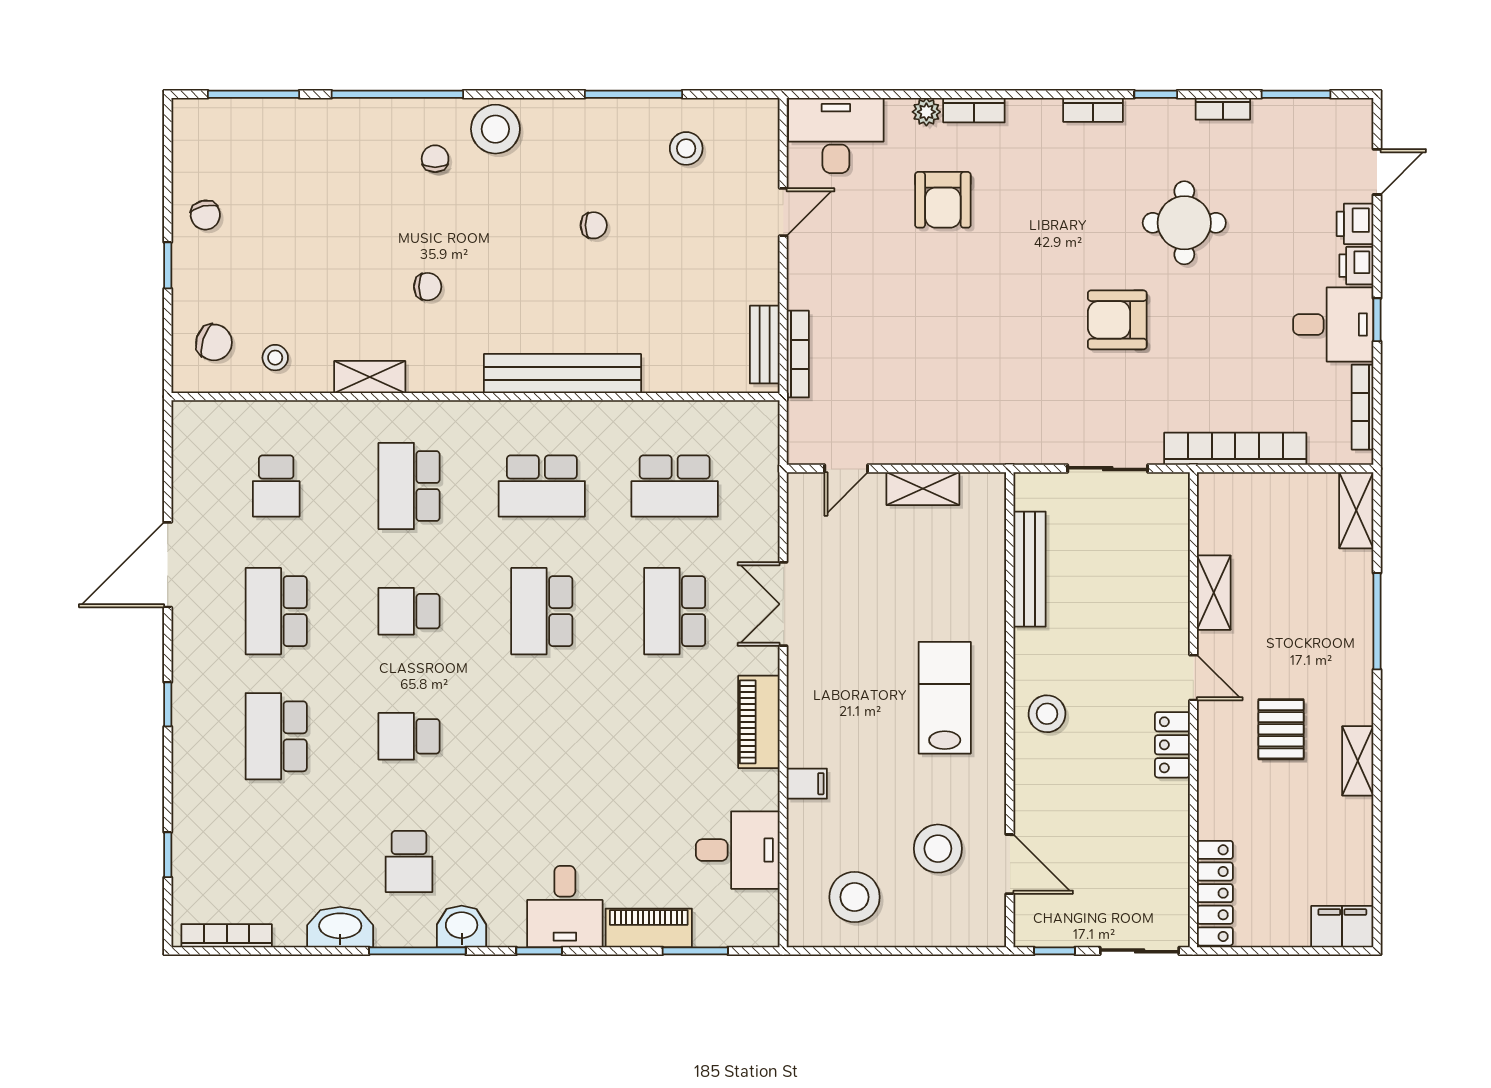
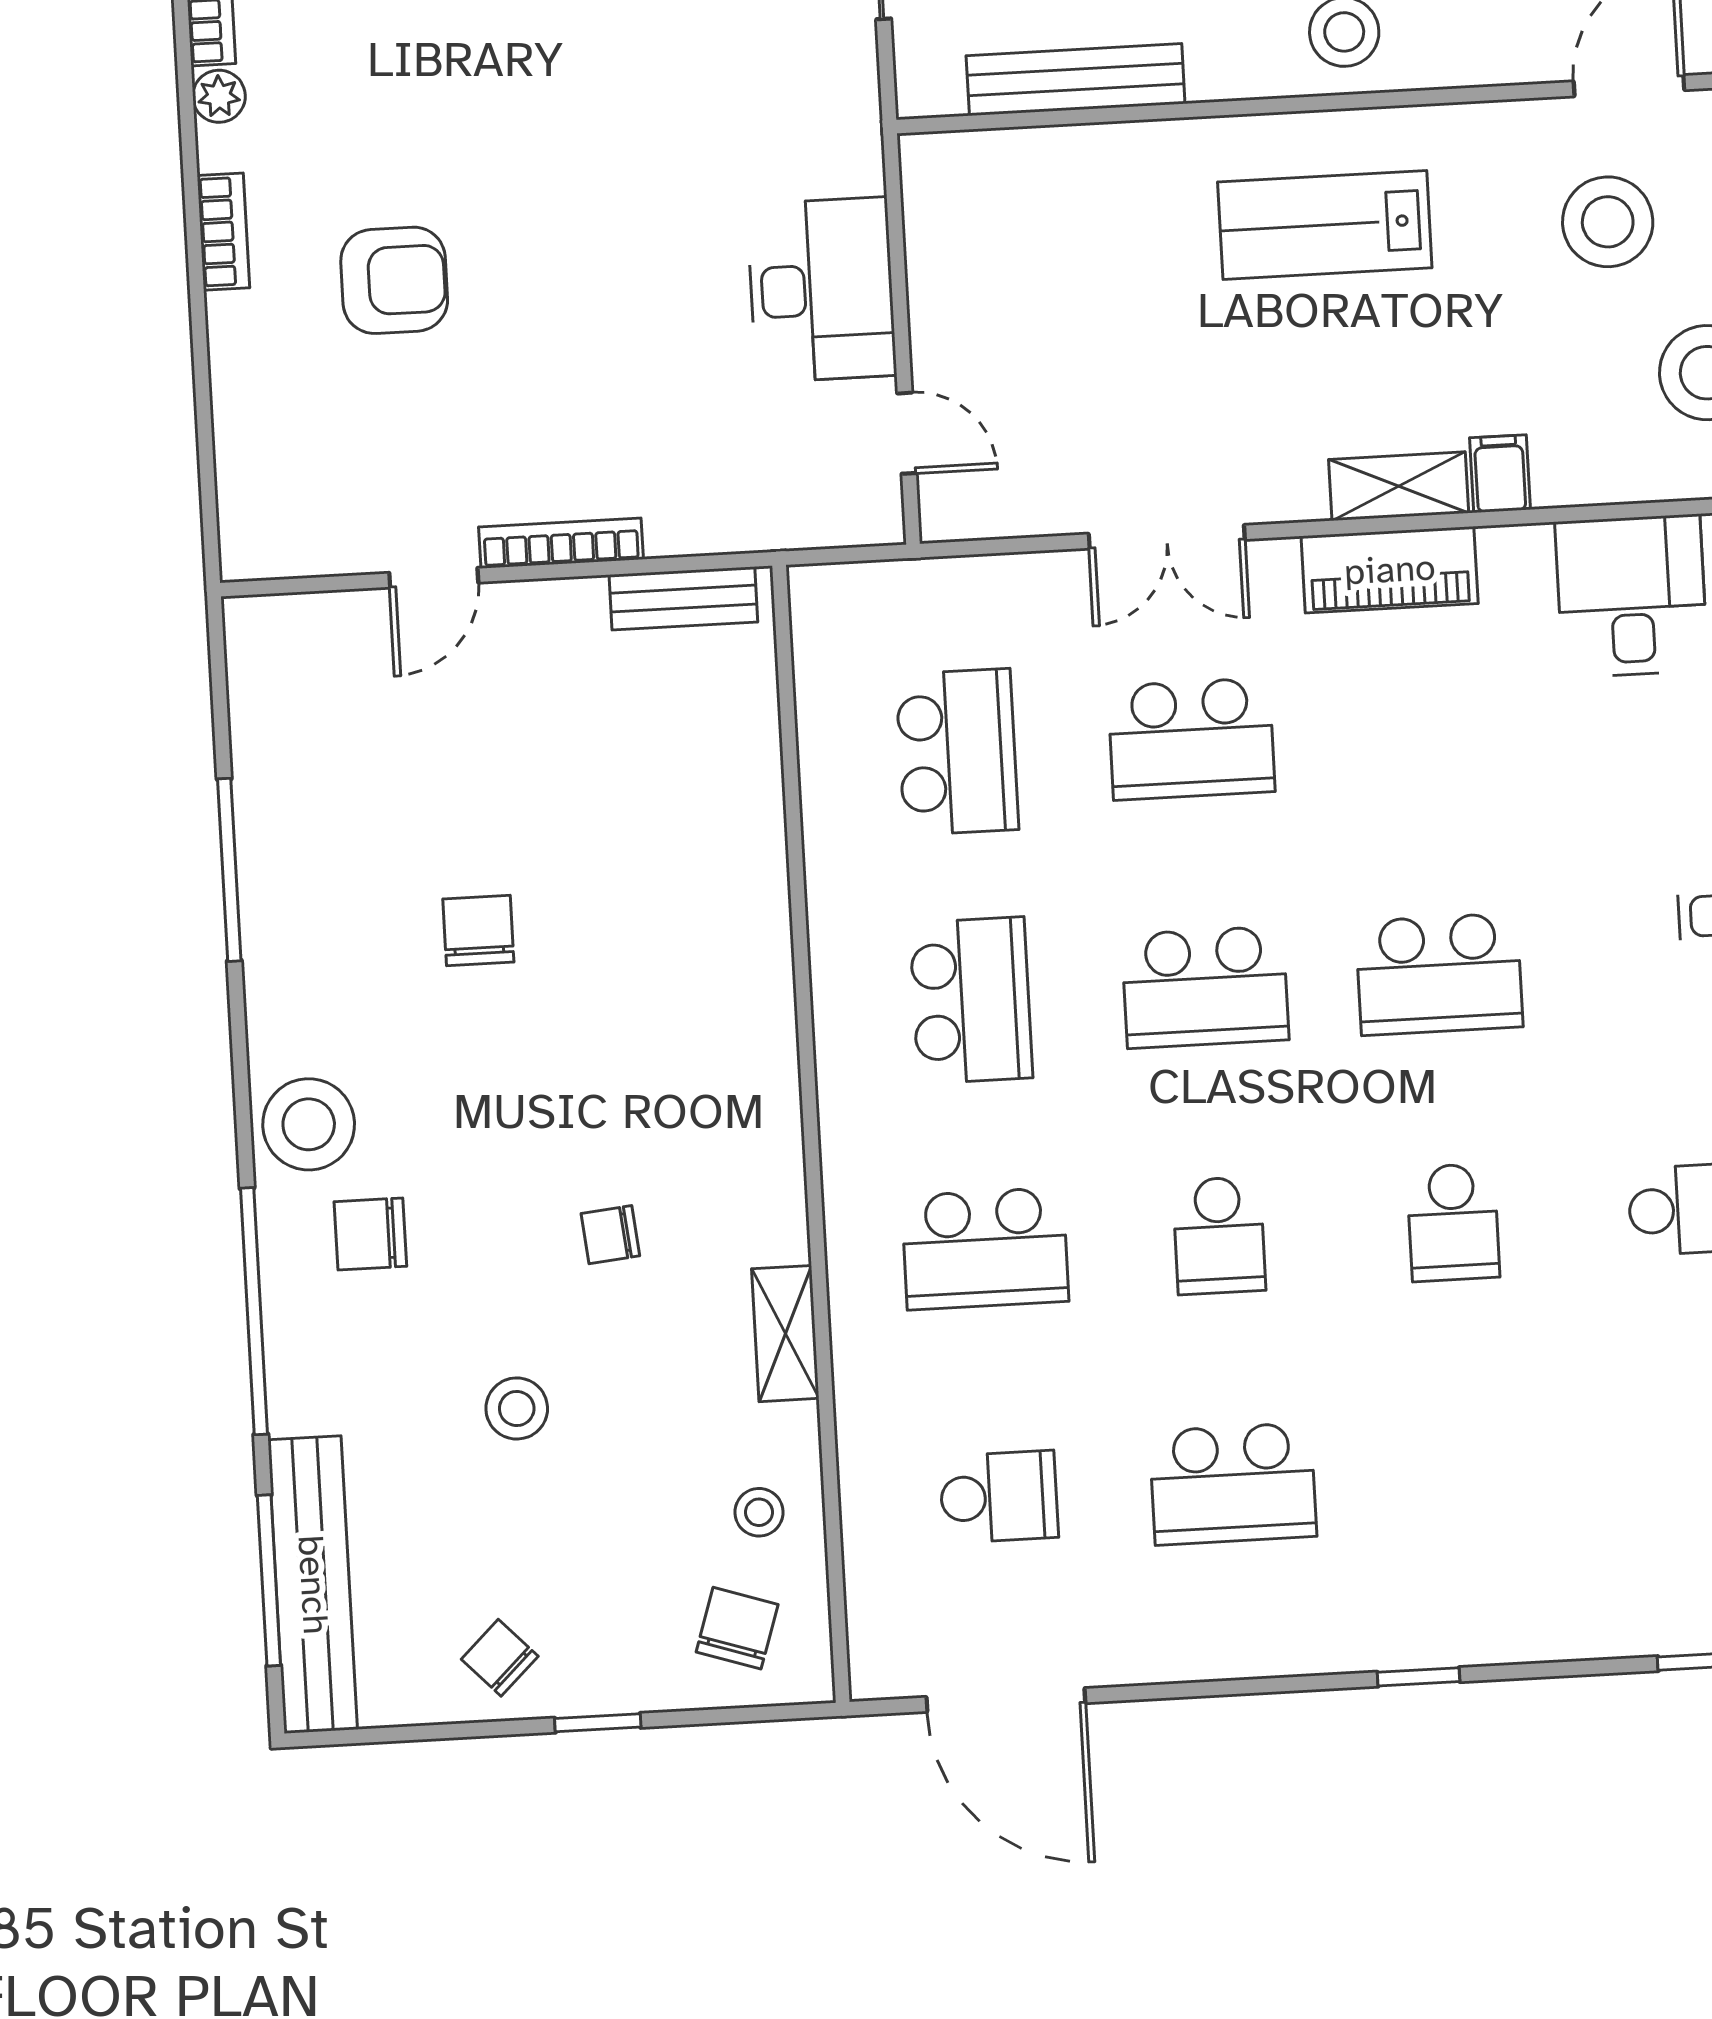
plant: (926, 112) -> (219, 96), moved
desk: (836, 136) -> (822, 290), moved, turned 180
stool: (686, 148) -> (517, 1408), moved
chair: (435, 159) -> (370, 1234), width x1.37, depth x1.37
door: (783, 212) -> (434, 578), swing flipped
chair: (205, 215) -> (500, 1658), turned -121
chair: (594, 225) -> (478, 931), width x1.37, depth x1.37
chair: (428, 287) -> (610, 1235), turned -96
bookcase: (798, 354) -> (561, 543), moved
bench: (562, 373) -> (313, 1585), moved
shelving: (923, 489) -> (1399, 486), moved, turned 90
door: (168, 565) -> (1006, 1700), moved
school desk: (276, 736) -> (1439, 974), moved

